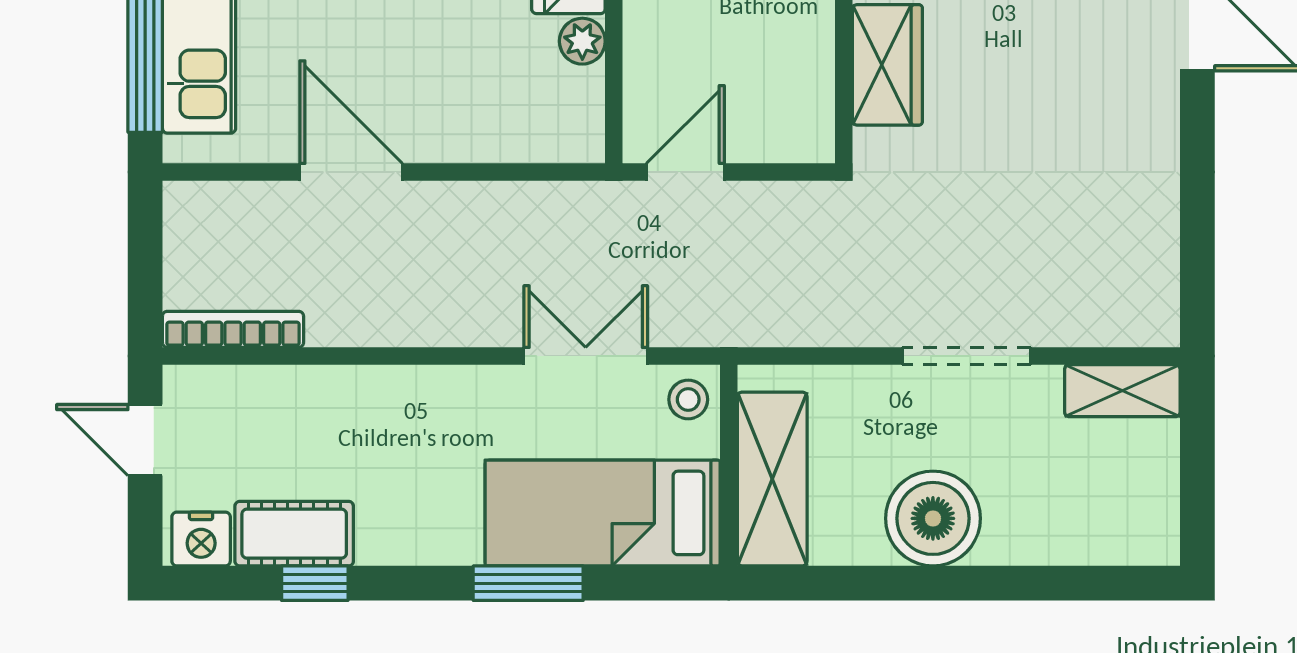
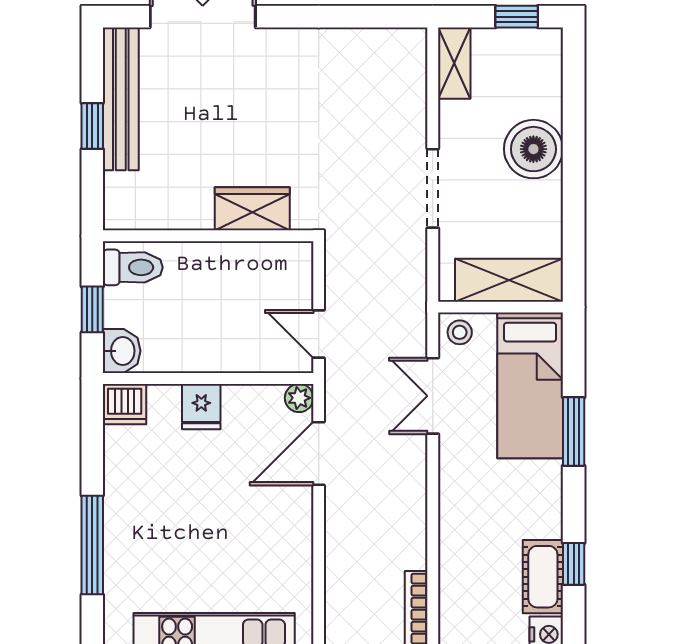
plant: (582, 41) -> (299, 398), moved
door: (351, 172) -> (319, 454), moved
doorway: (967, 356) -> (433, 188), moved
window: (1197, 491) -> (517, 17), added
boiler: (933, 518) -> (533, 149), moved

